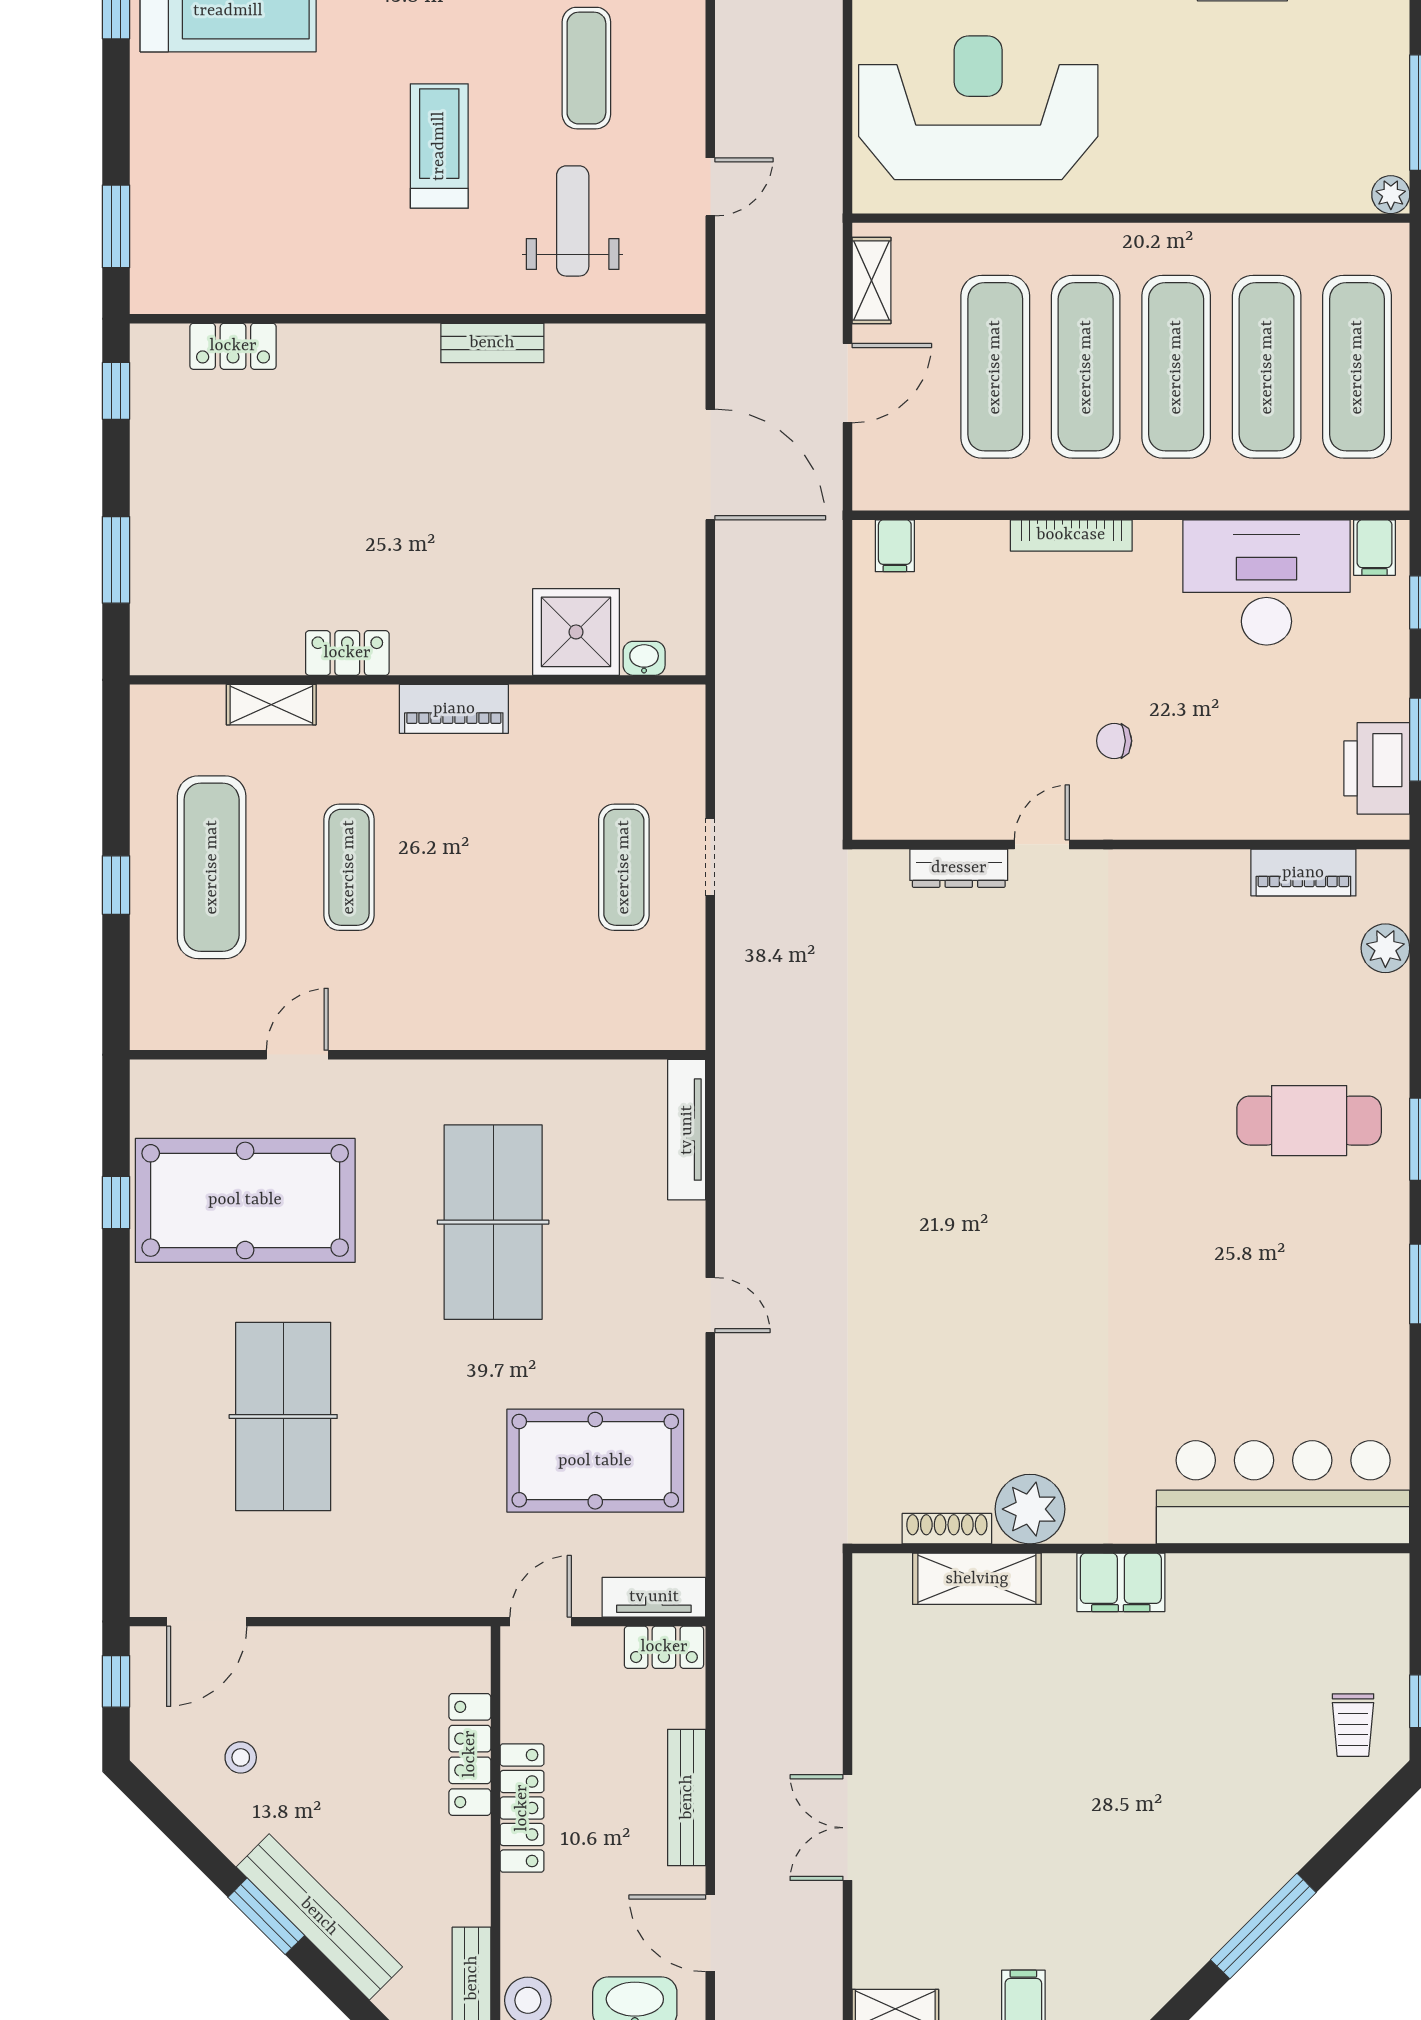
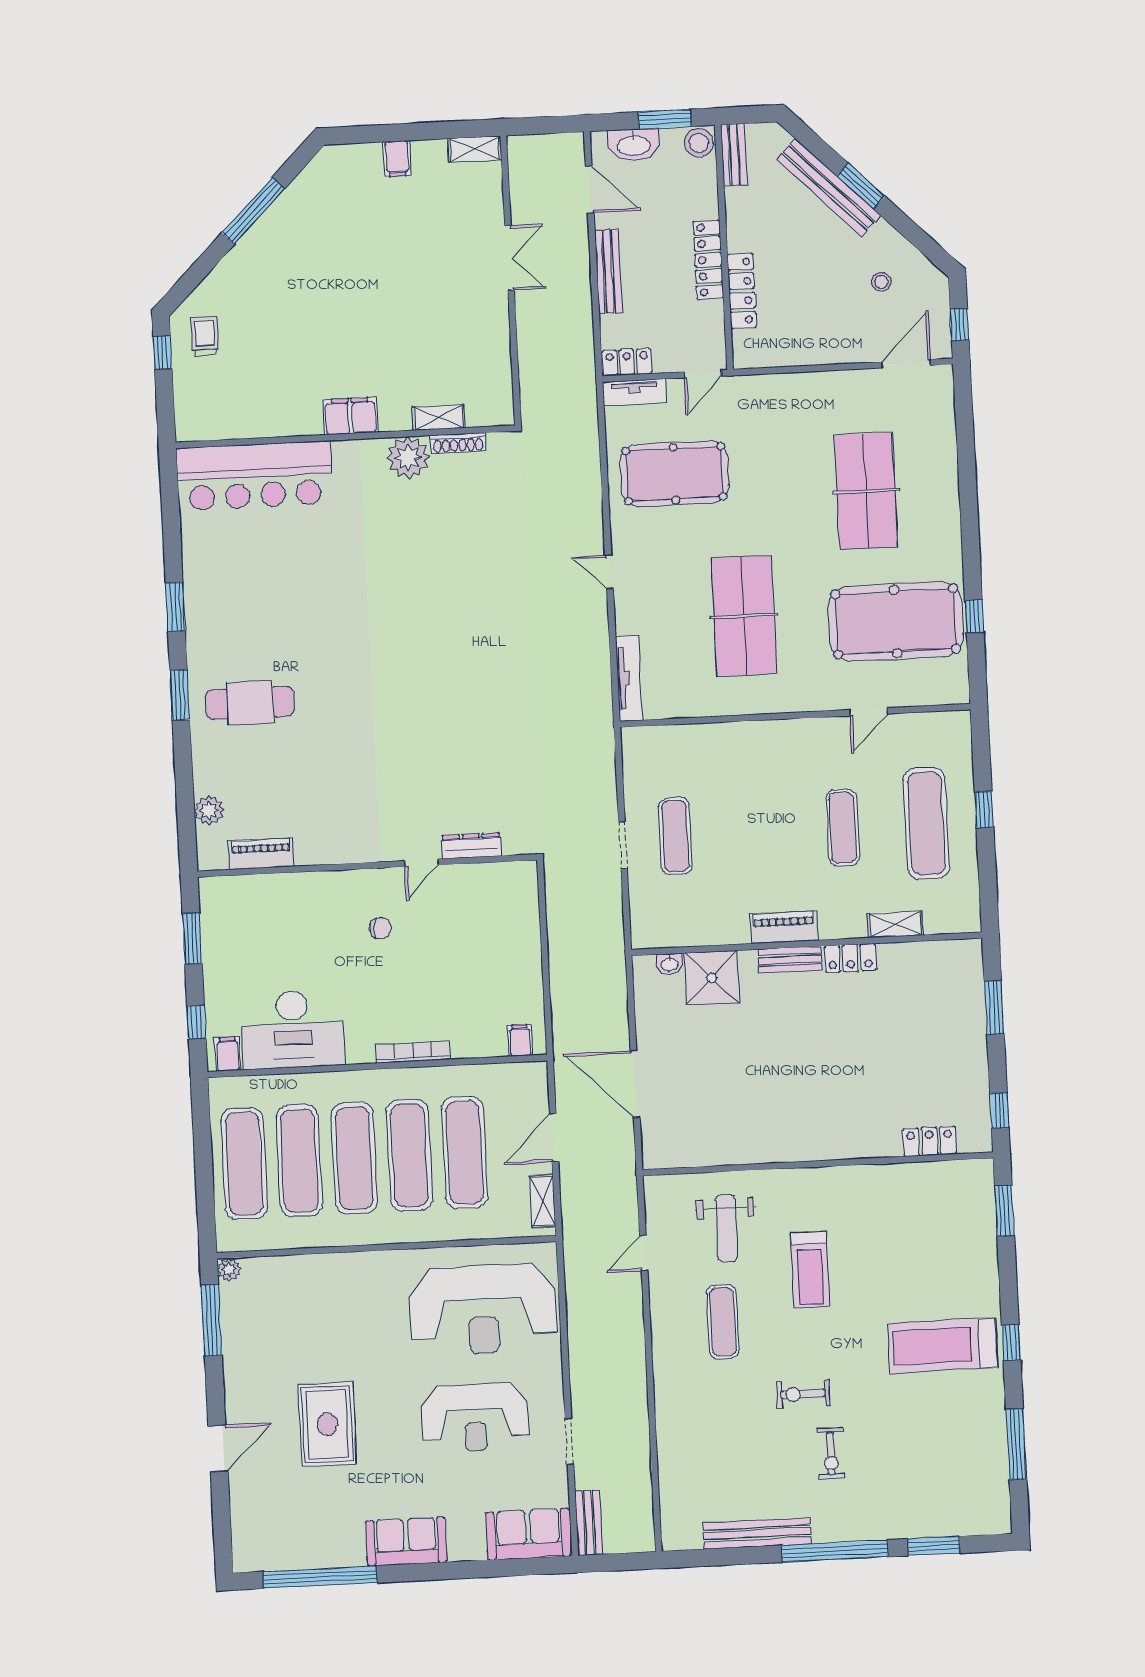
bench: (492, 343) -> (790, 960), moved
printer: (1377, 768) -> (220, 920), removed
shelving: (977, 1579) -> (439, 417), width x0.67, depth x0.75

